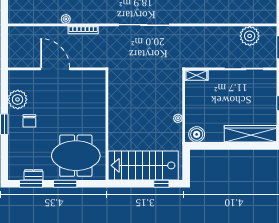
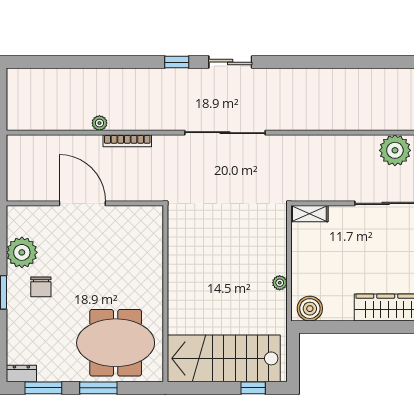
dresser: (33, 175) -> (21, 374), moved

